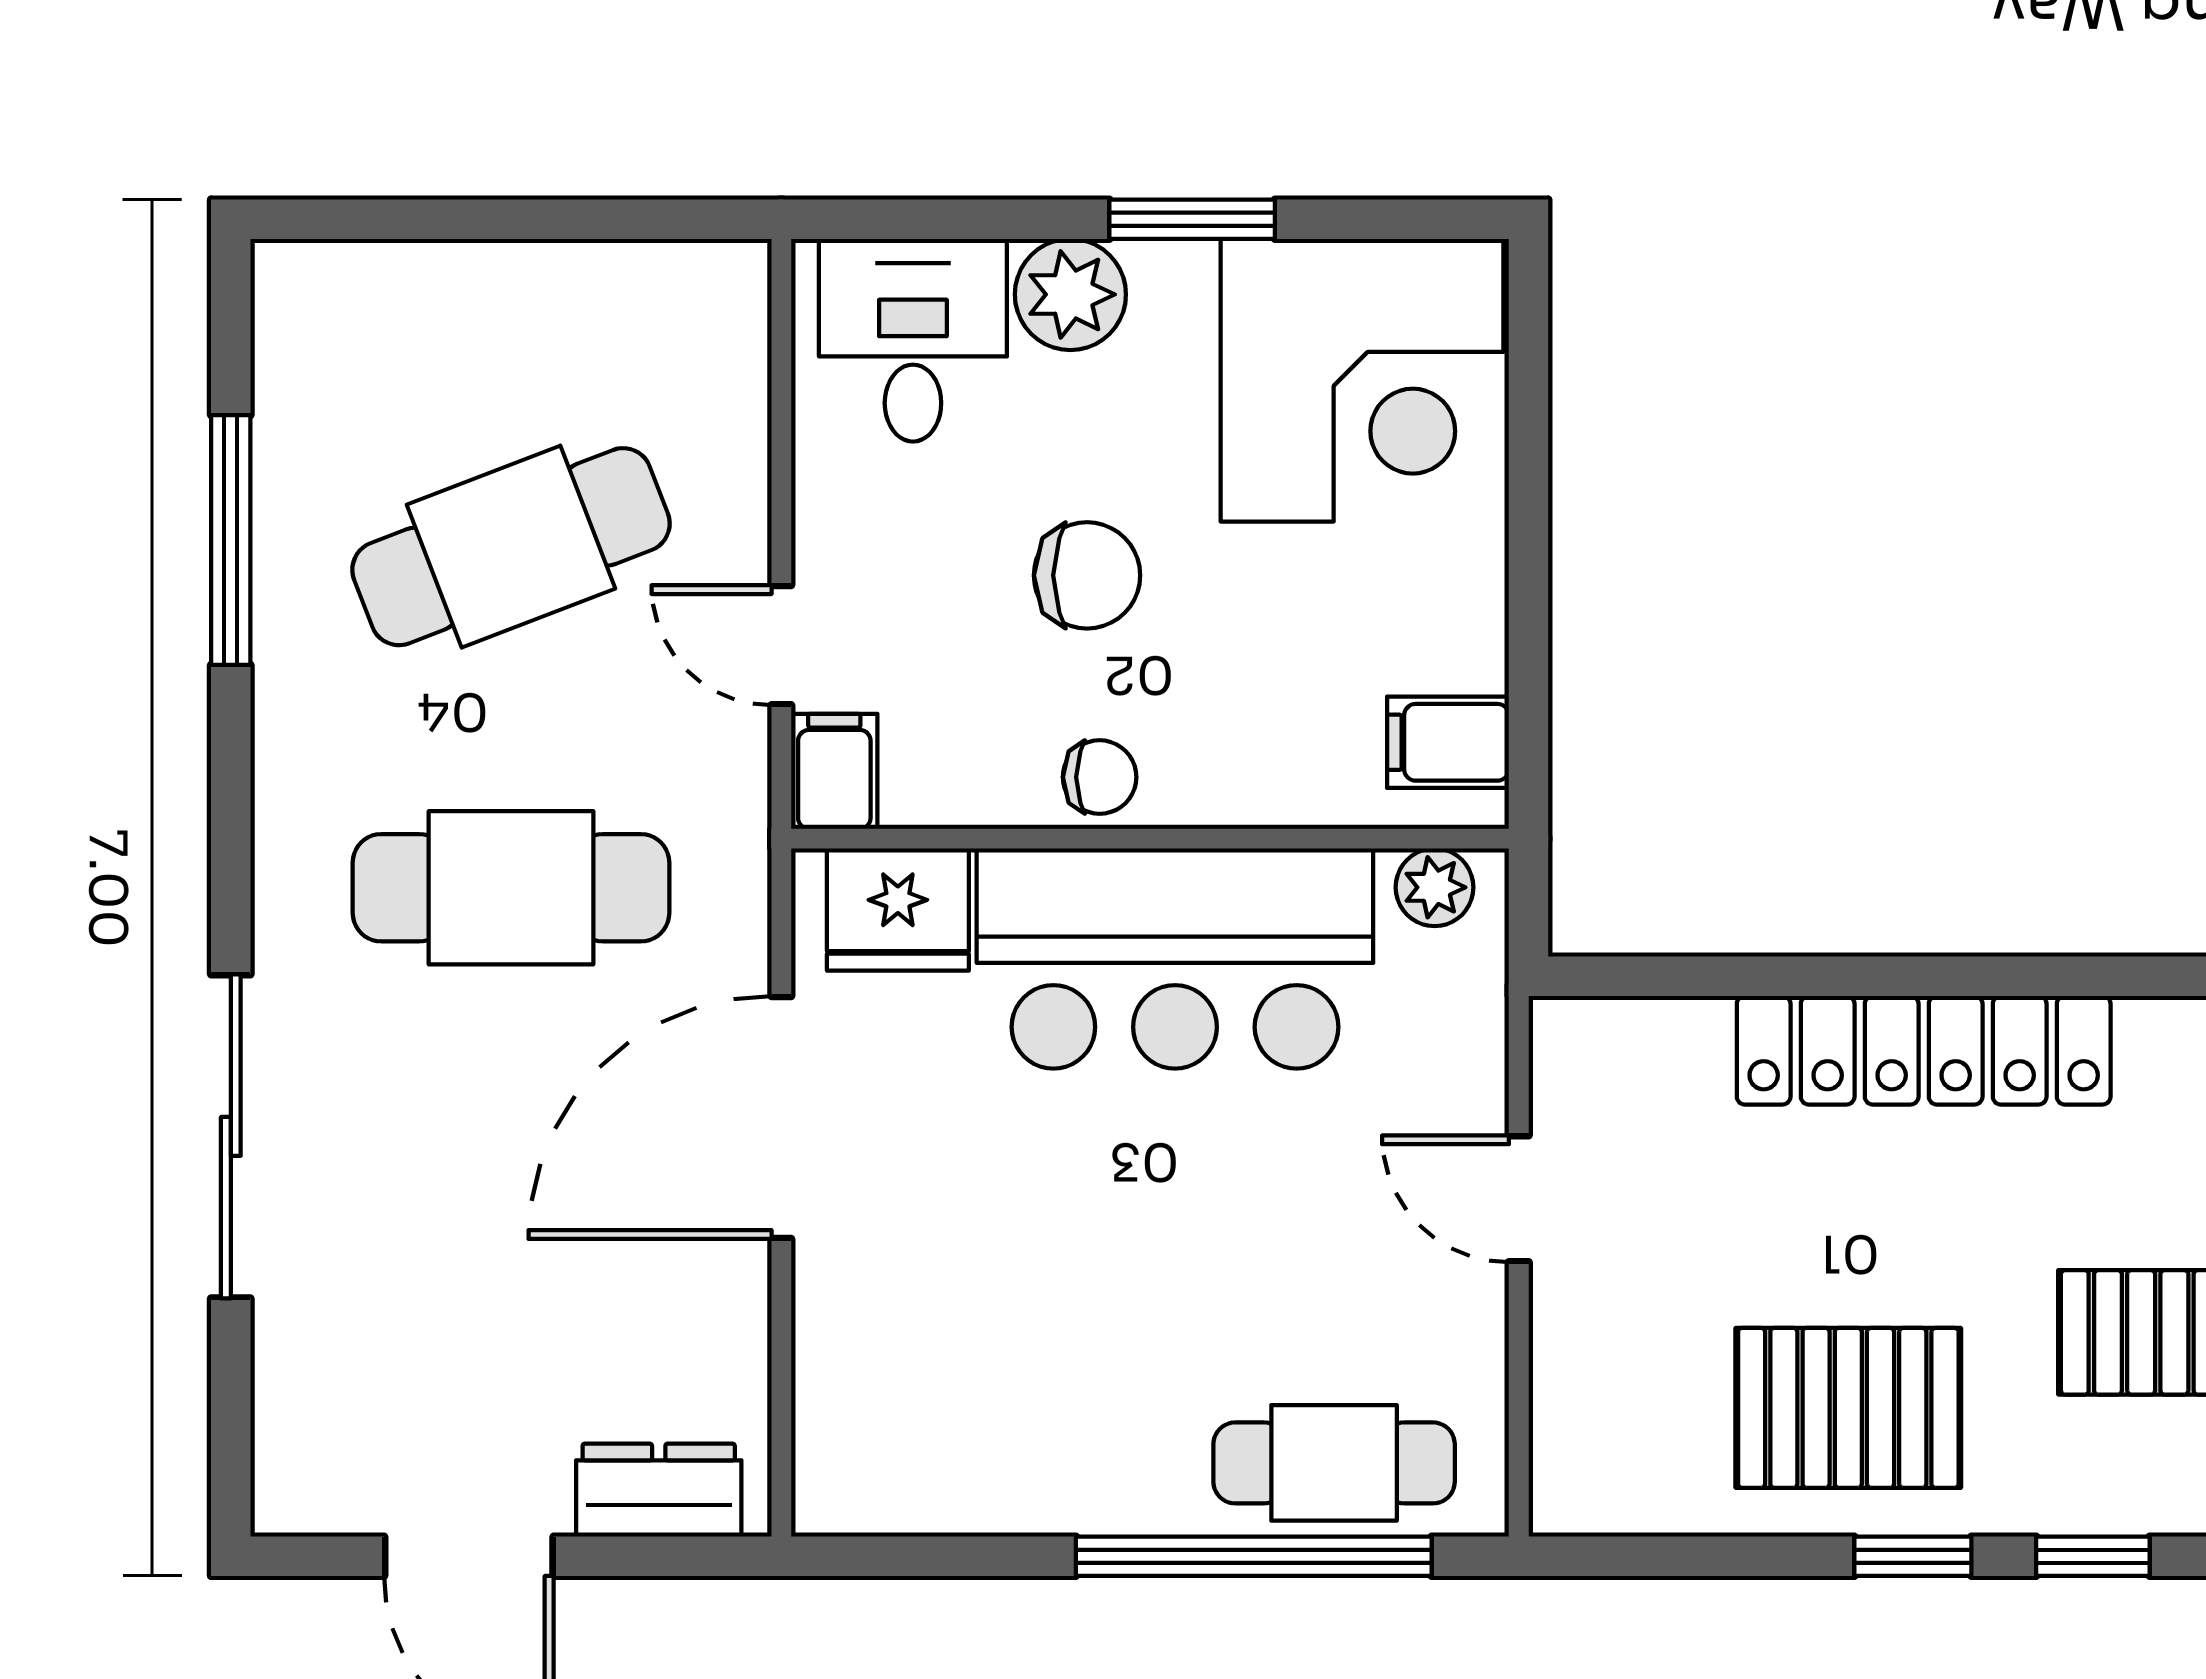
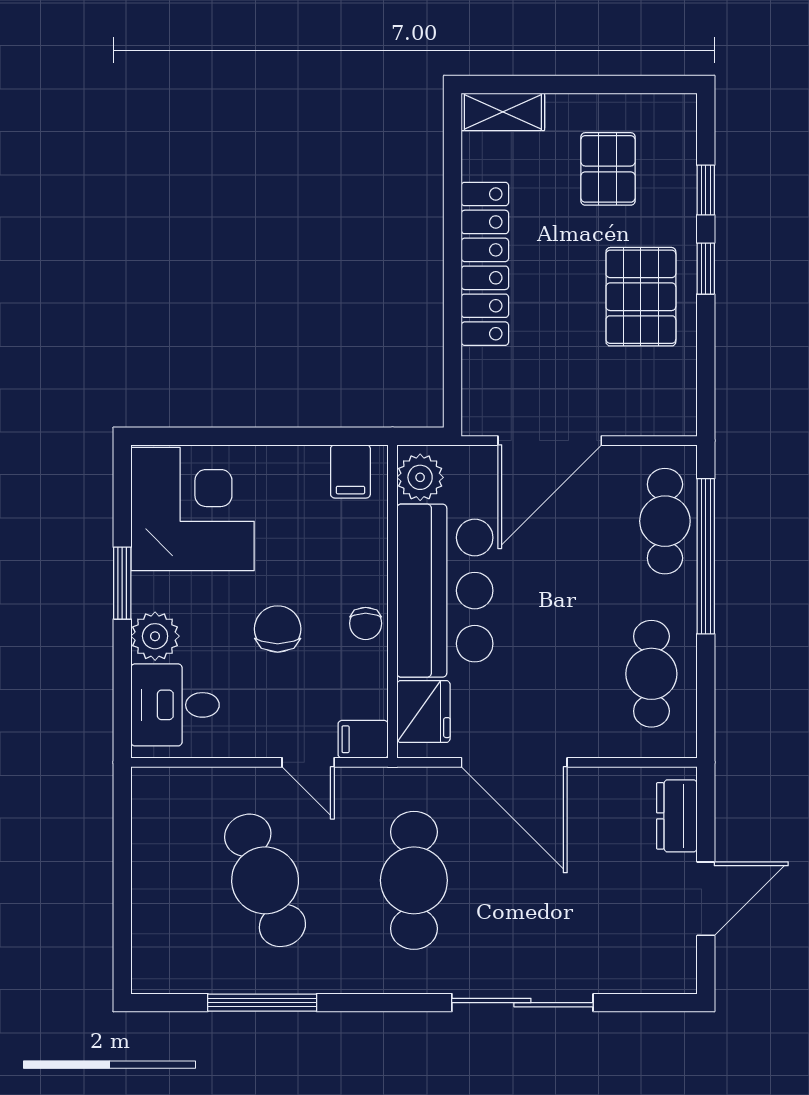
door: (781, 645) -> (308, 762), hinge flipped
chair: (1100, 777) -> (366, 623), turned 180
plant: (1435, 887) -> (420, 477), width x1.38, depth x1.38
door: (1519, 1199) -> (550, 441), width x1.87
cafe table: (984, 1432) -> (651, 674), added

